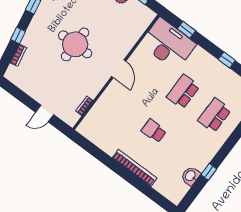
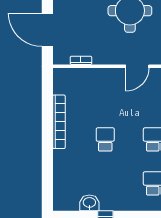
door: (45, 114) -> (47, 30), width x1.87
bookcase: (135, 168) -> (59, 122), moved

